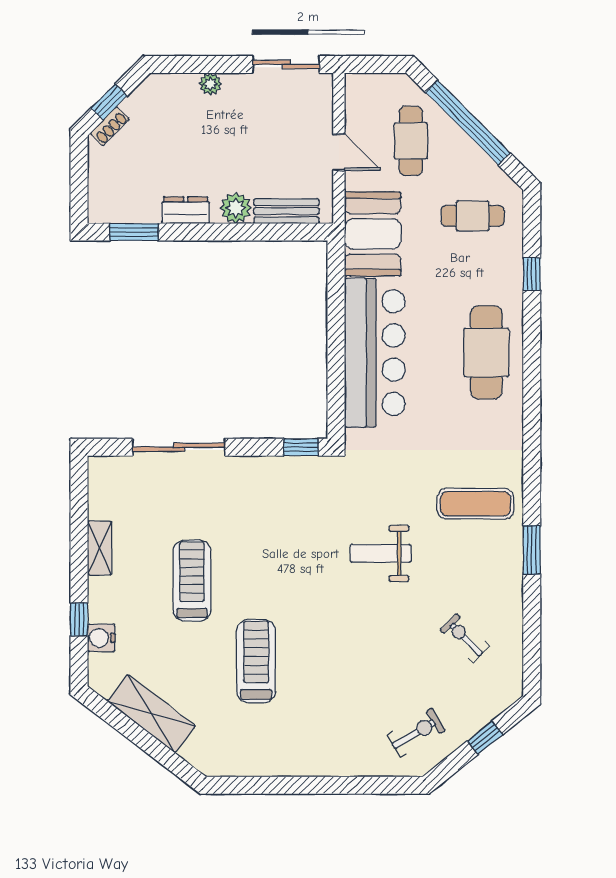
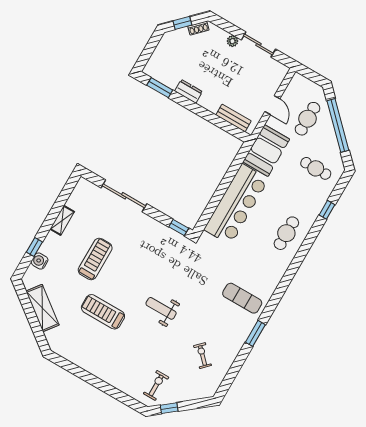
sliding door: (286, 64) -> (258, 45), moved
shoe rack: (110, 126) -> (198, 28), moved
plant: (236, 208) -> (212, 103), removed
cafe table: (486, 352) -> (286, 233), width x0.73, depth x0.74
weight bench: (381, 553) -> (161, 308), moved
treadmill: (256, 661) -> (103, 312), turned -90
exercise bike: (416, 733) -> (156, 385), turned -59
window: (485, 738) -> (169, 408), moved

